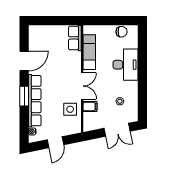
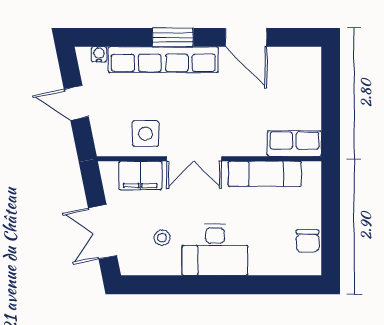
desk: (126, 65) -> (215, 250), moved
filing cabinet: (90, 107) -> (140, 175), width x2.00

